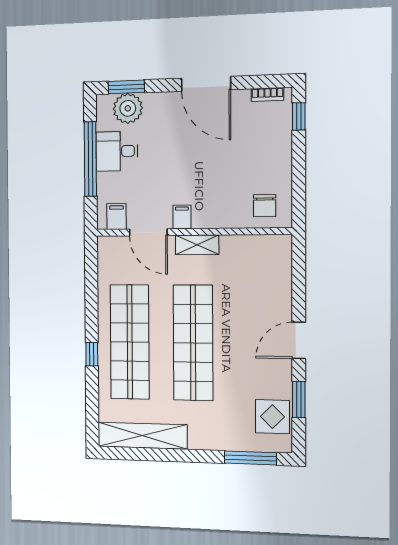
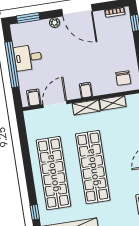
plant: (128, 108) -> (55, 23), moved, width x0.53, depth x0.53
filing cabinet: (182, 217) -> (86, 90), moved
door: (148, 232) -> (55, 104), swing flipped
shelving: (241, 244) -> (113, 103), added
window: (92, 354) -> (35, 212), moved

